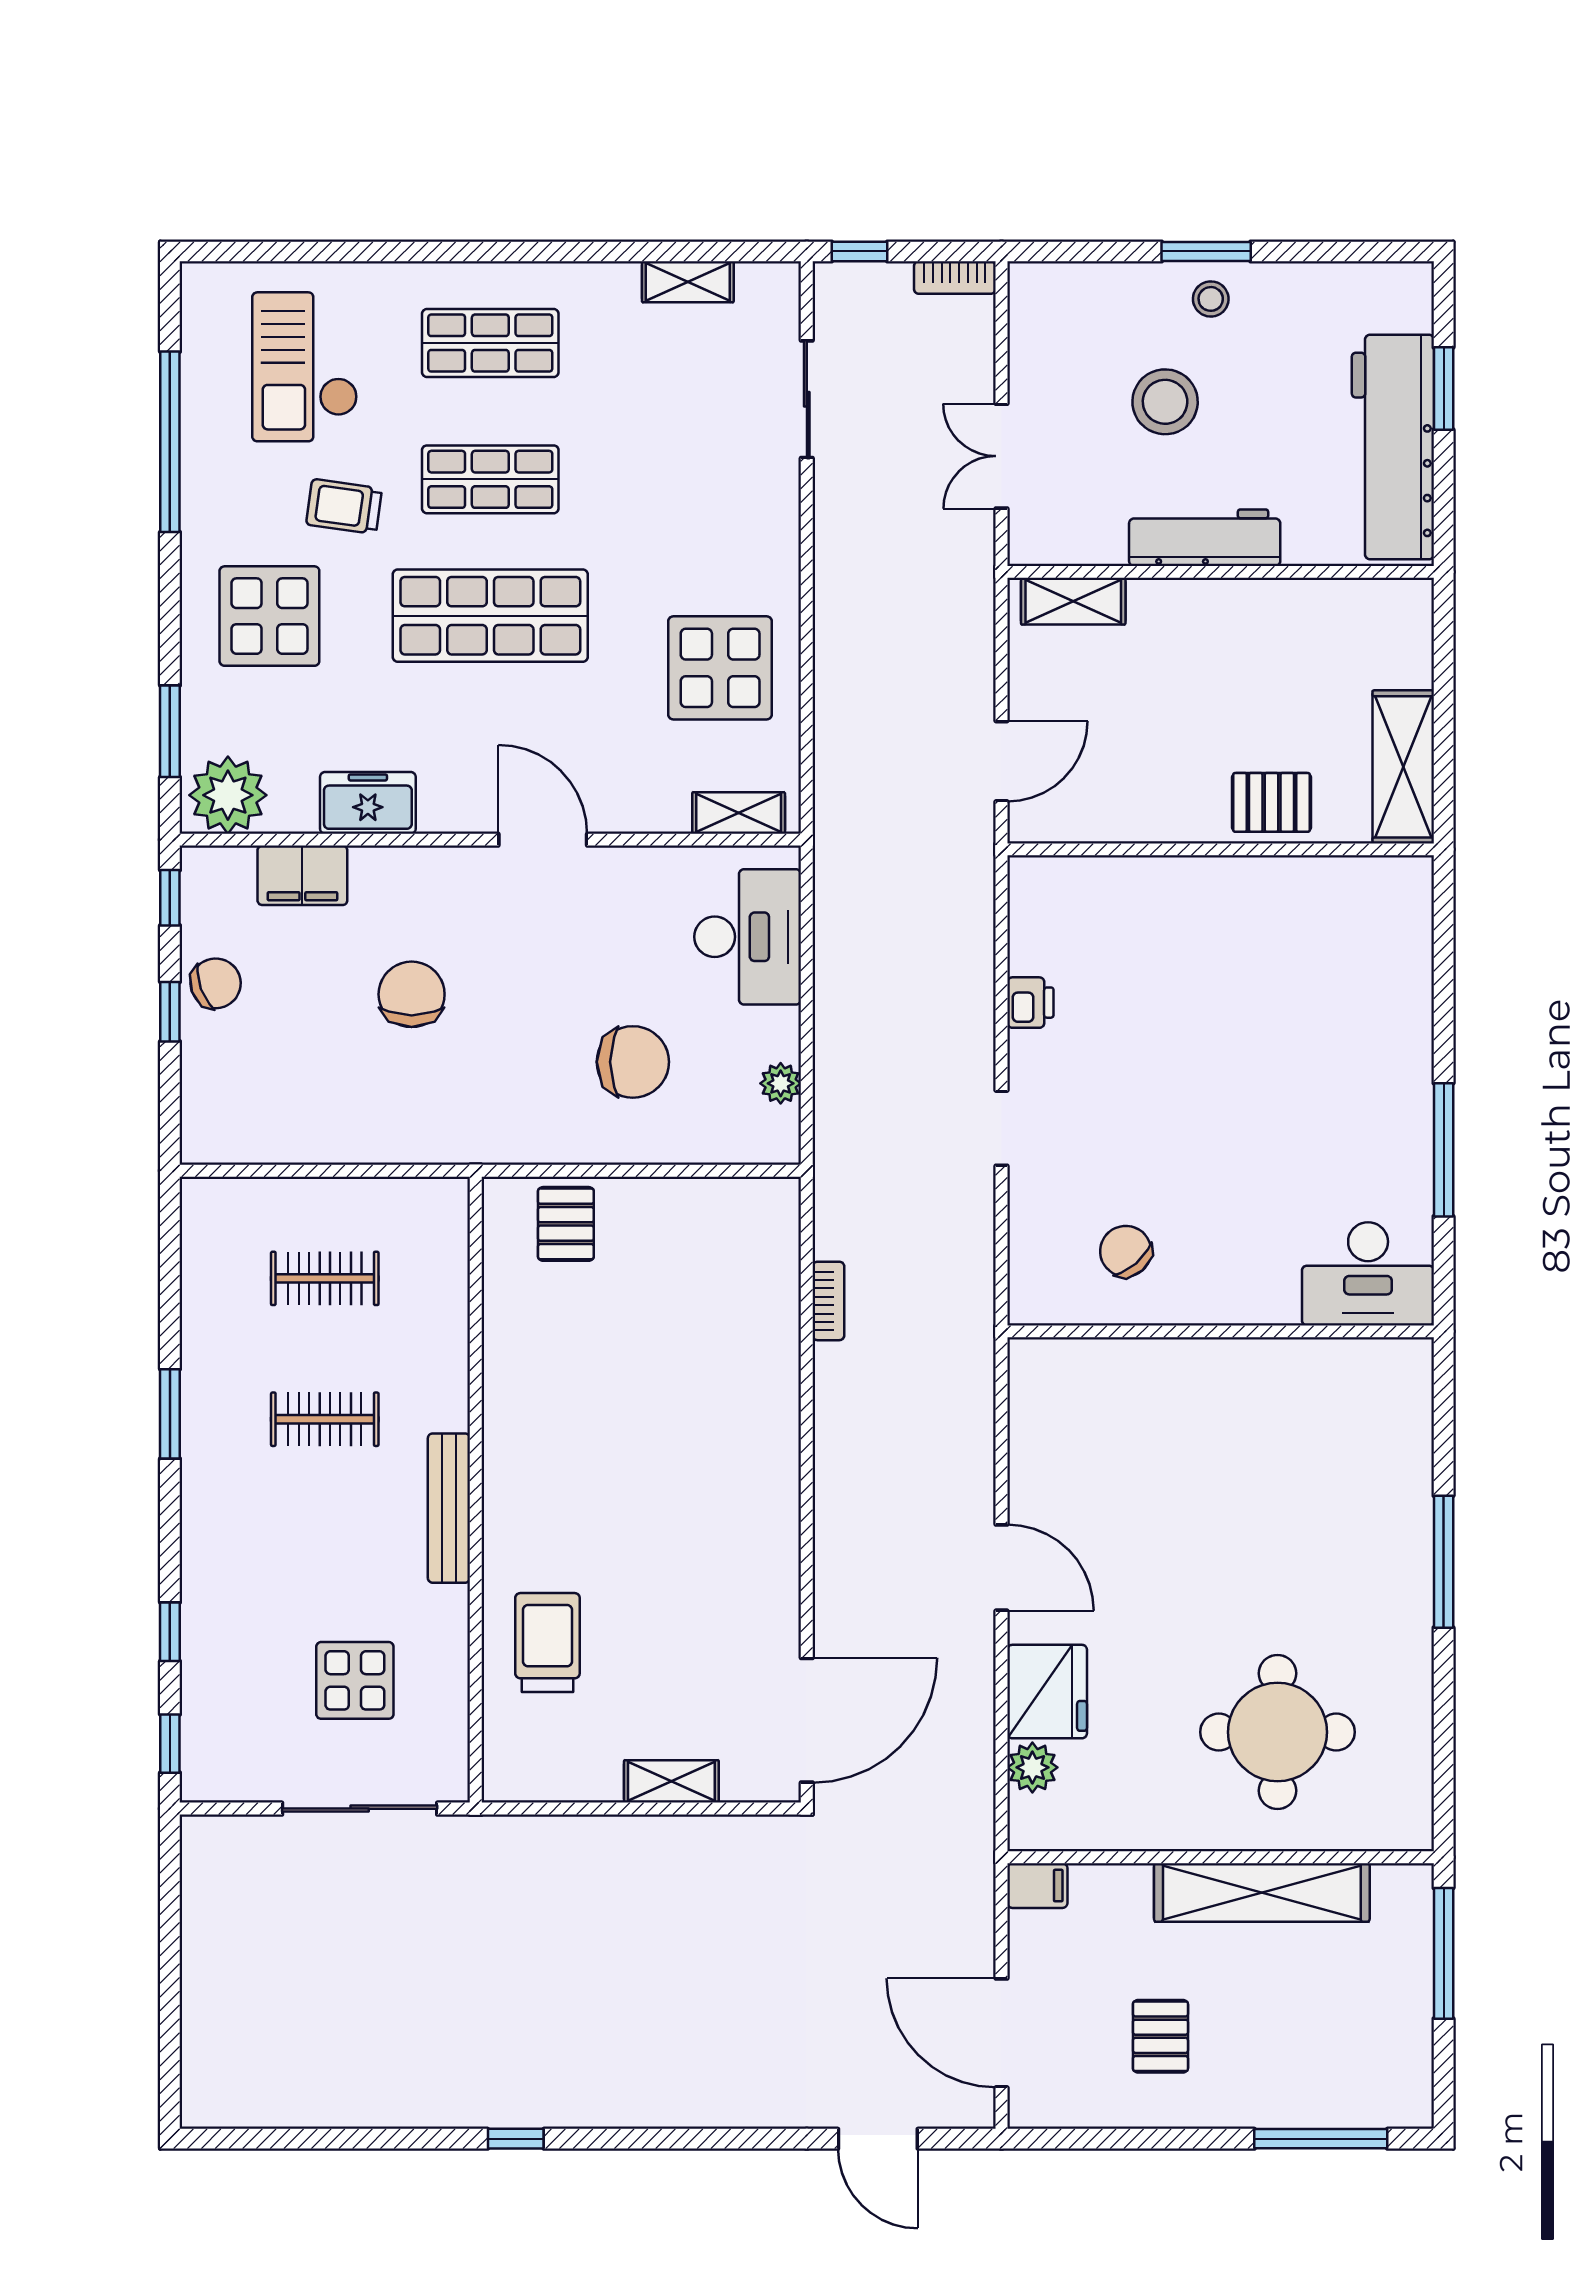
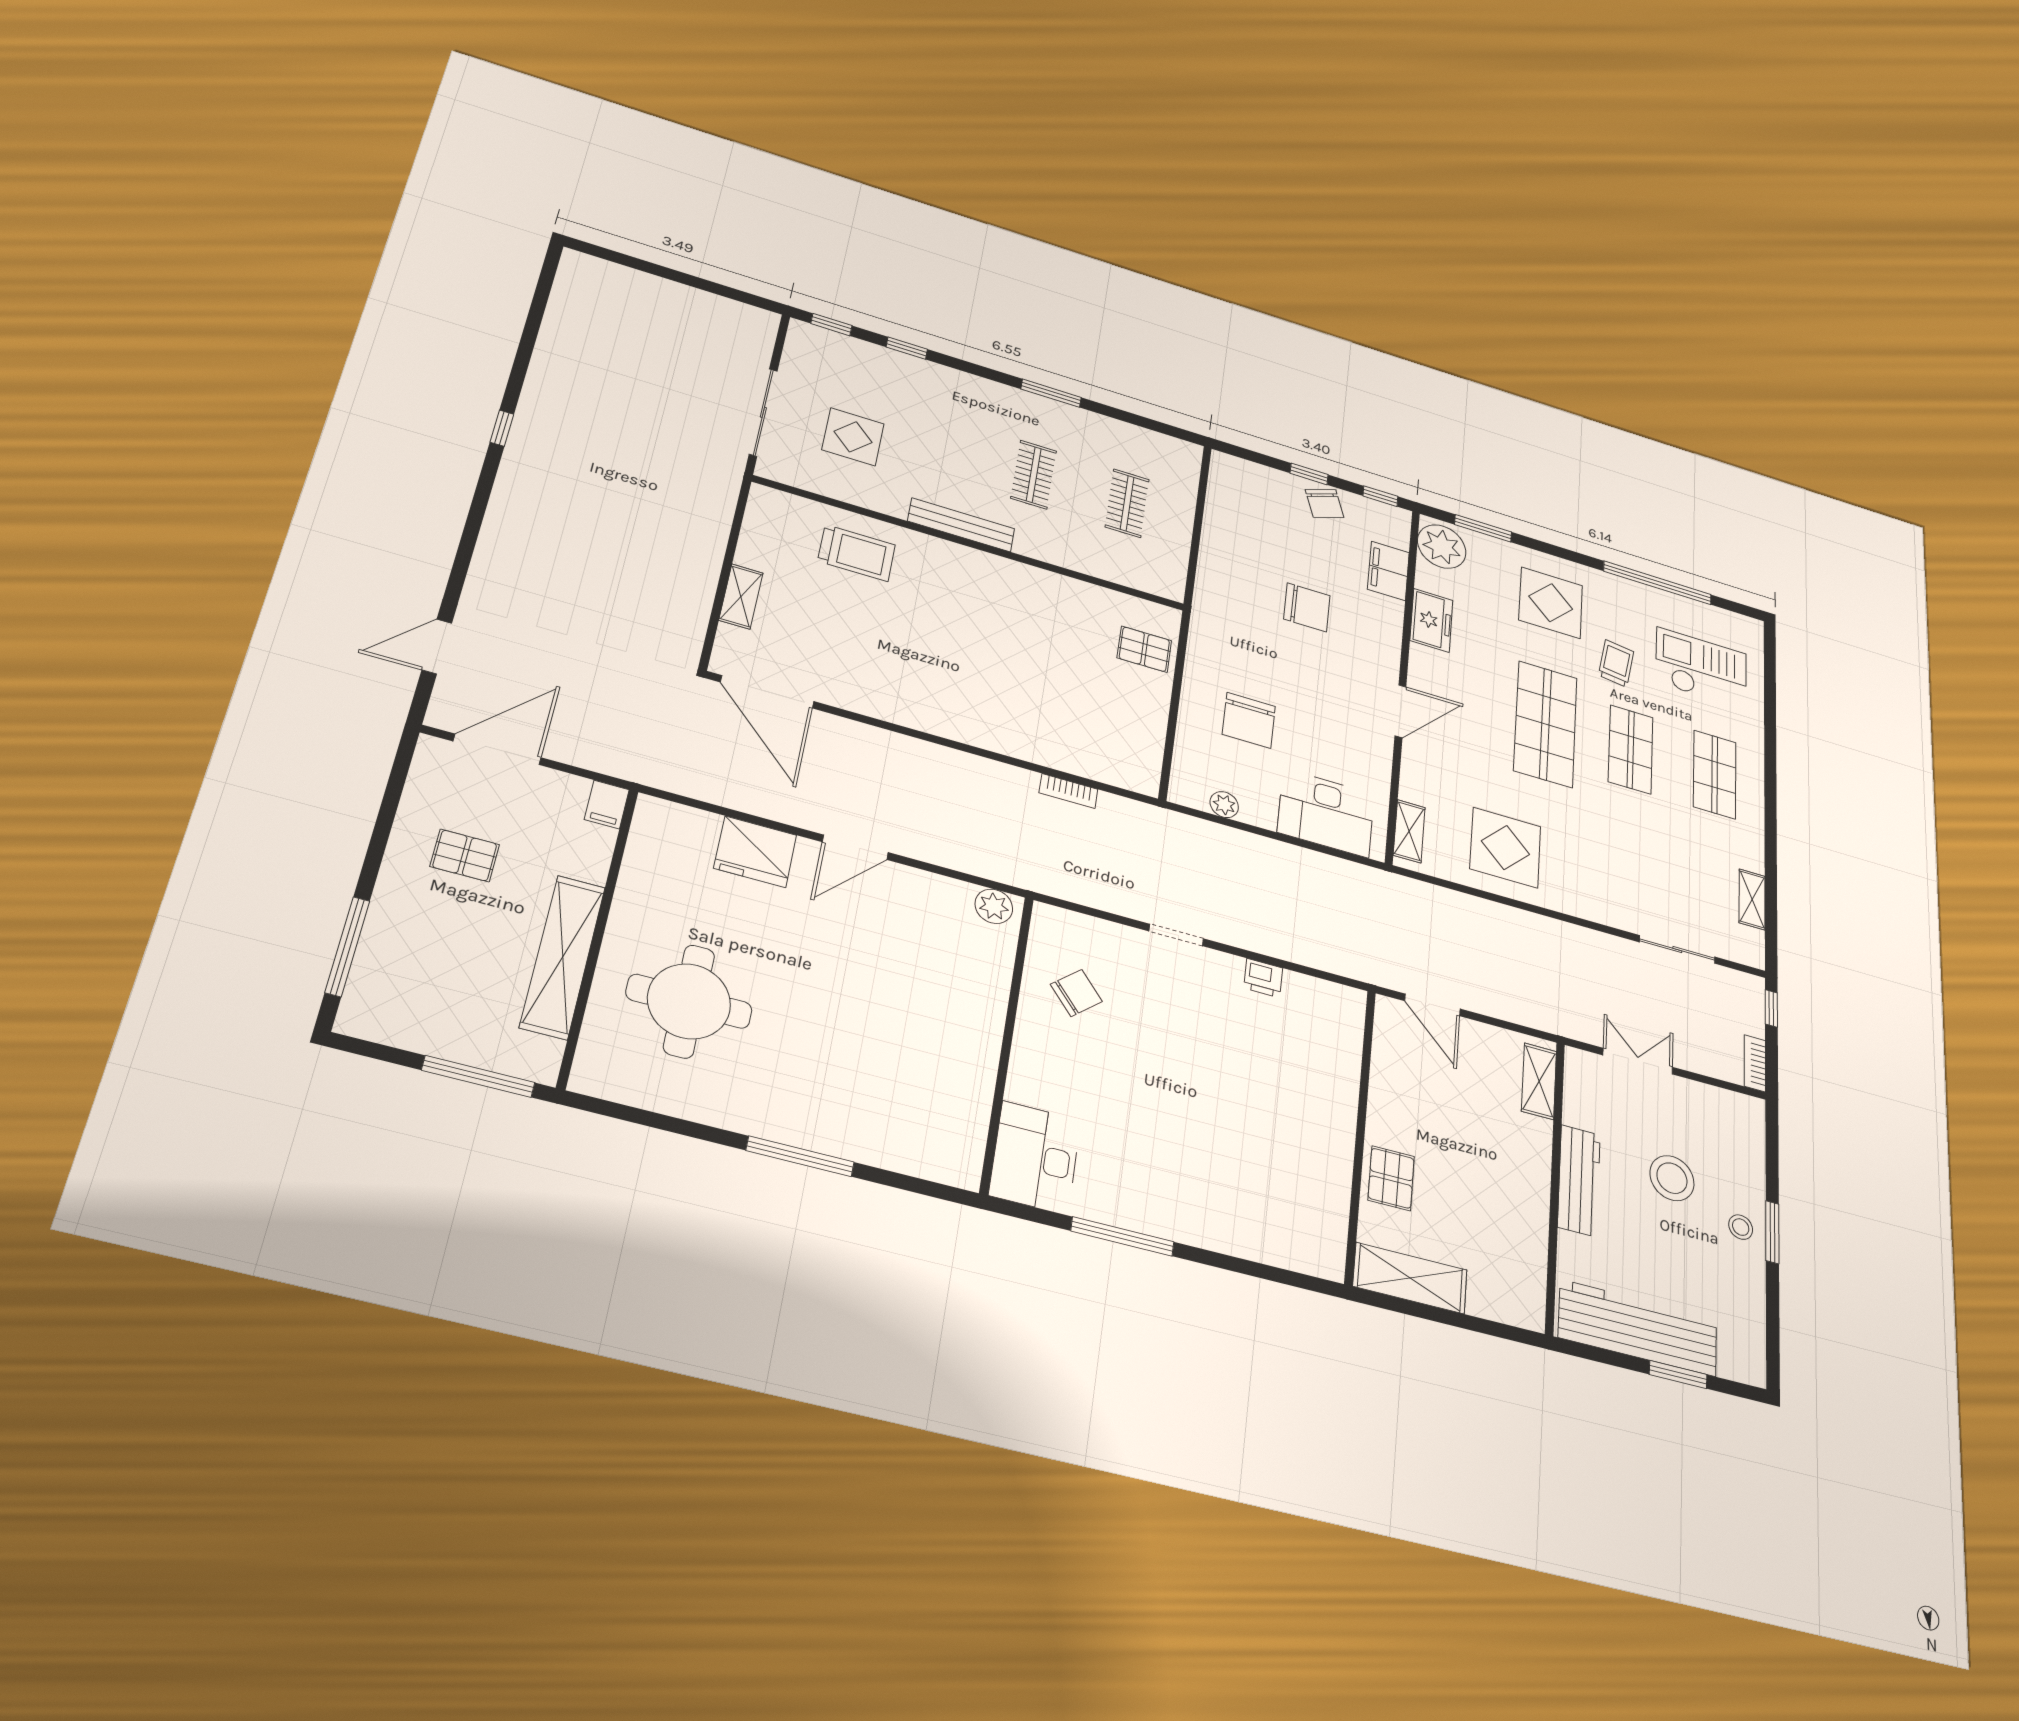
plant: (1032, 1767) -> (994, 906), moved

